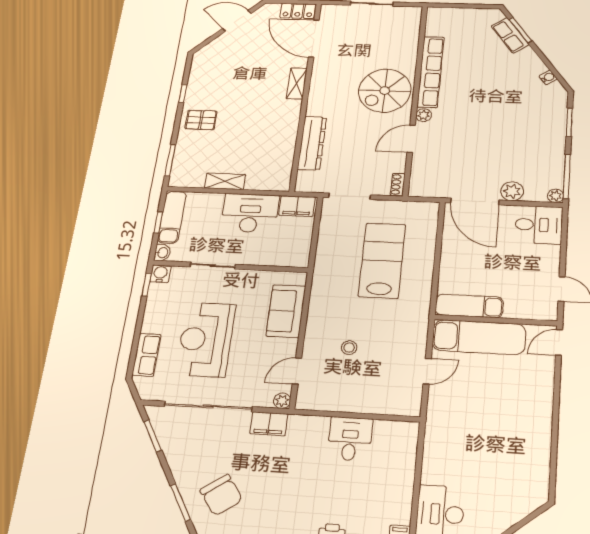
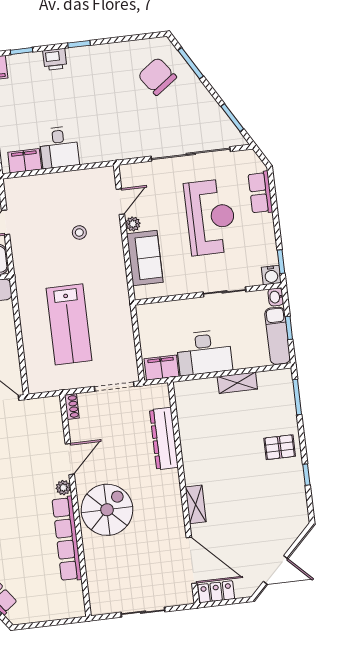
plant: (282, 401) -> (133, 224), moved
filing cabinet: (269, 424) -> (25, 161), moved

